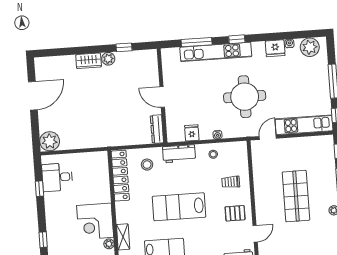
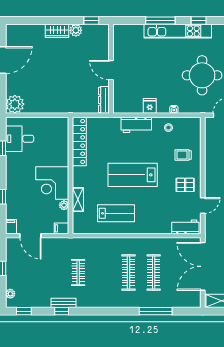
wall: (162, 96) -> (111, 69), moved
door: (162, 97) -> (111, 70), moved
dresser: (157, 129) -> (104, 100), moved
stool: (147, 165) -> (105, 133), removed

